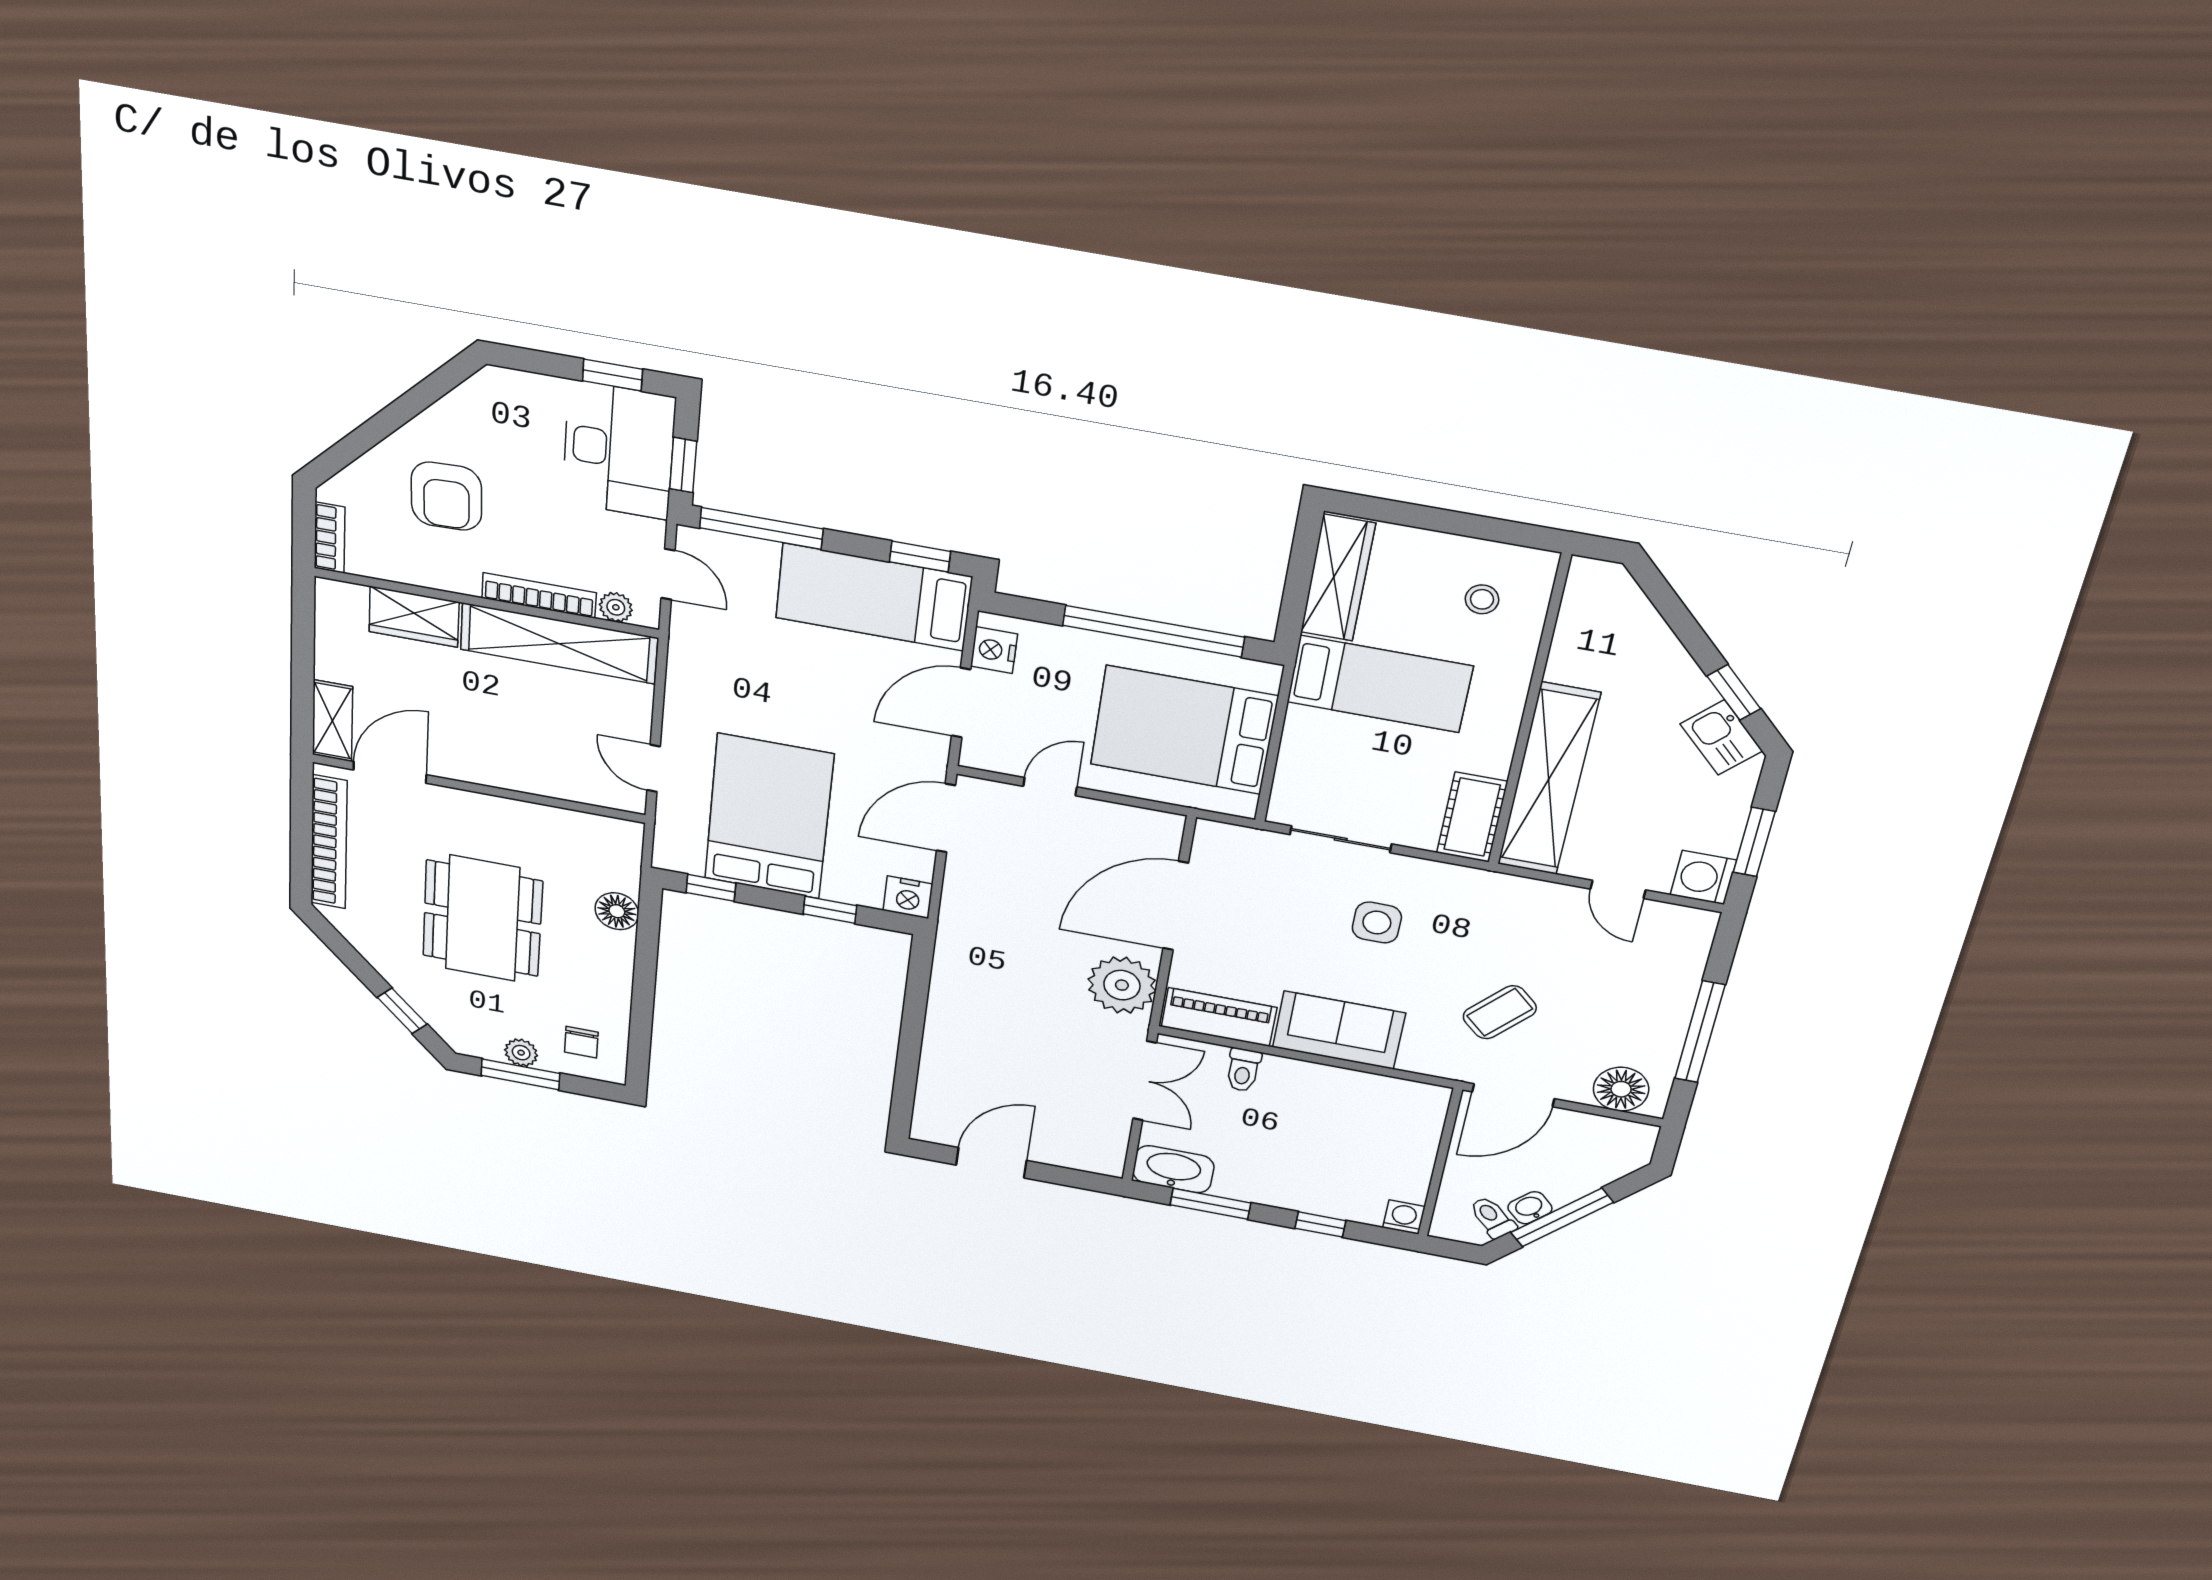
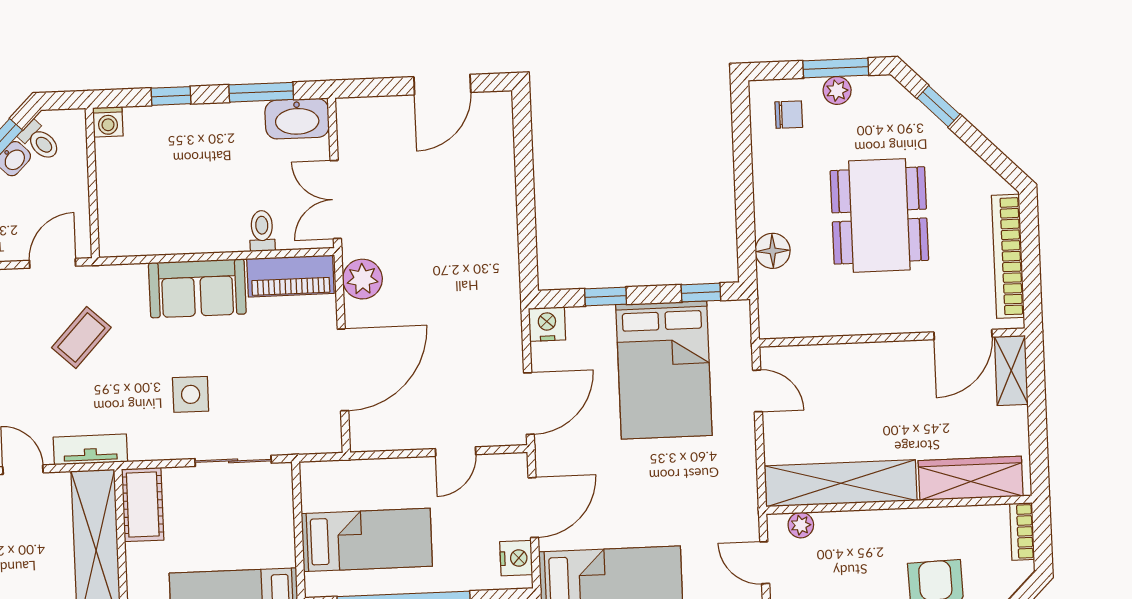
bookcase: (539, 595) -> (860, 521), removed
wardrobe: (414, 617) -> (971, 478), width x1.50
bed: (1184, 730) -> (367, 540), width x0.67
tv unit: (1523, 892) -> (90, 449), added
plant: (1122, 985) -> (362, 279), width x0.73, depth x0.73
chair: (581, 1042) -> (789, 115), turned 90
door: (1513, 1095) -> (53, 263), width x0.73

